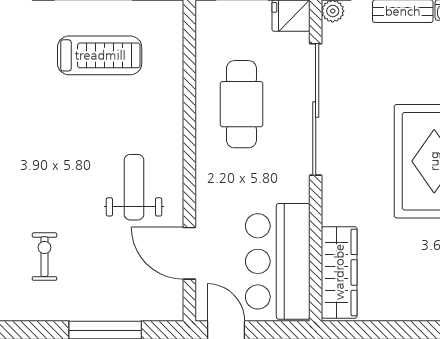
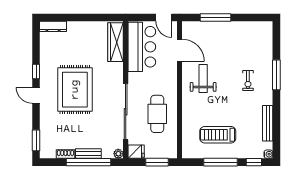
weight bench: (134, 187) -> (203, 78), turned 180
exercise bike: (44, 257) -> (248, 80), moved

